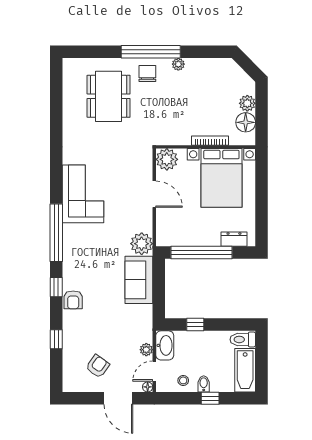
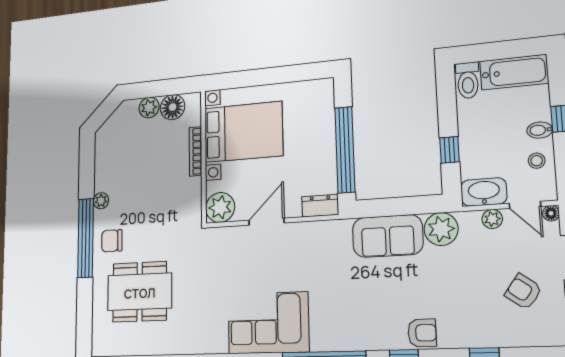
dresser: (234, 239) -> (320, 206), moved, turned 90
plant: (142, 244) -> (441, 229), moved

